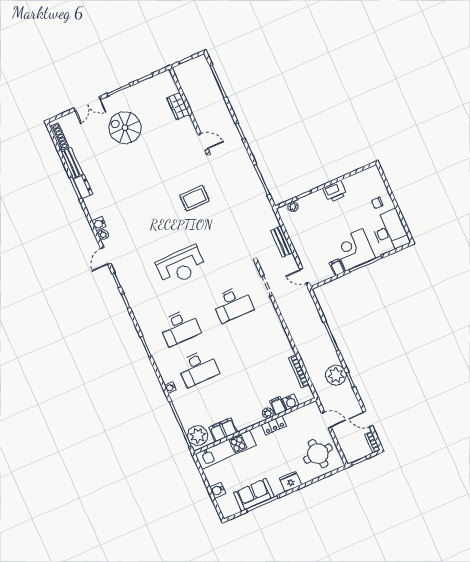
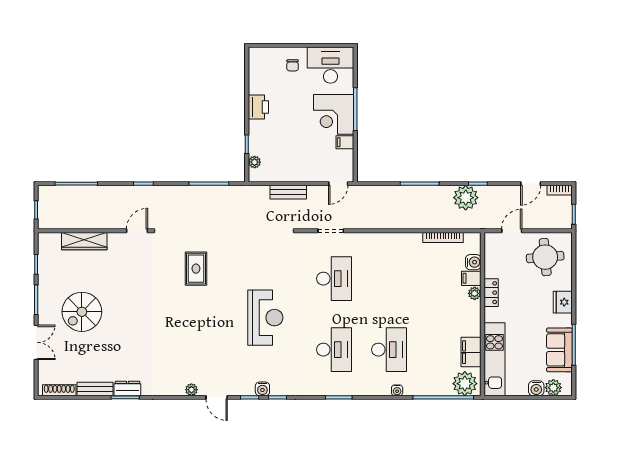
wardrobe: (178, 106) -> (84, 241), width x1.50
water cooler: (99, 224) -> (262, 389), moved
plant: (224, 503) -> (553, 388), added

